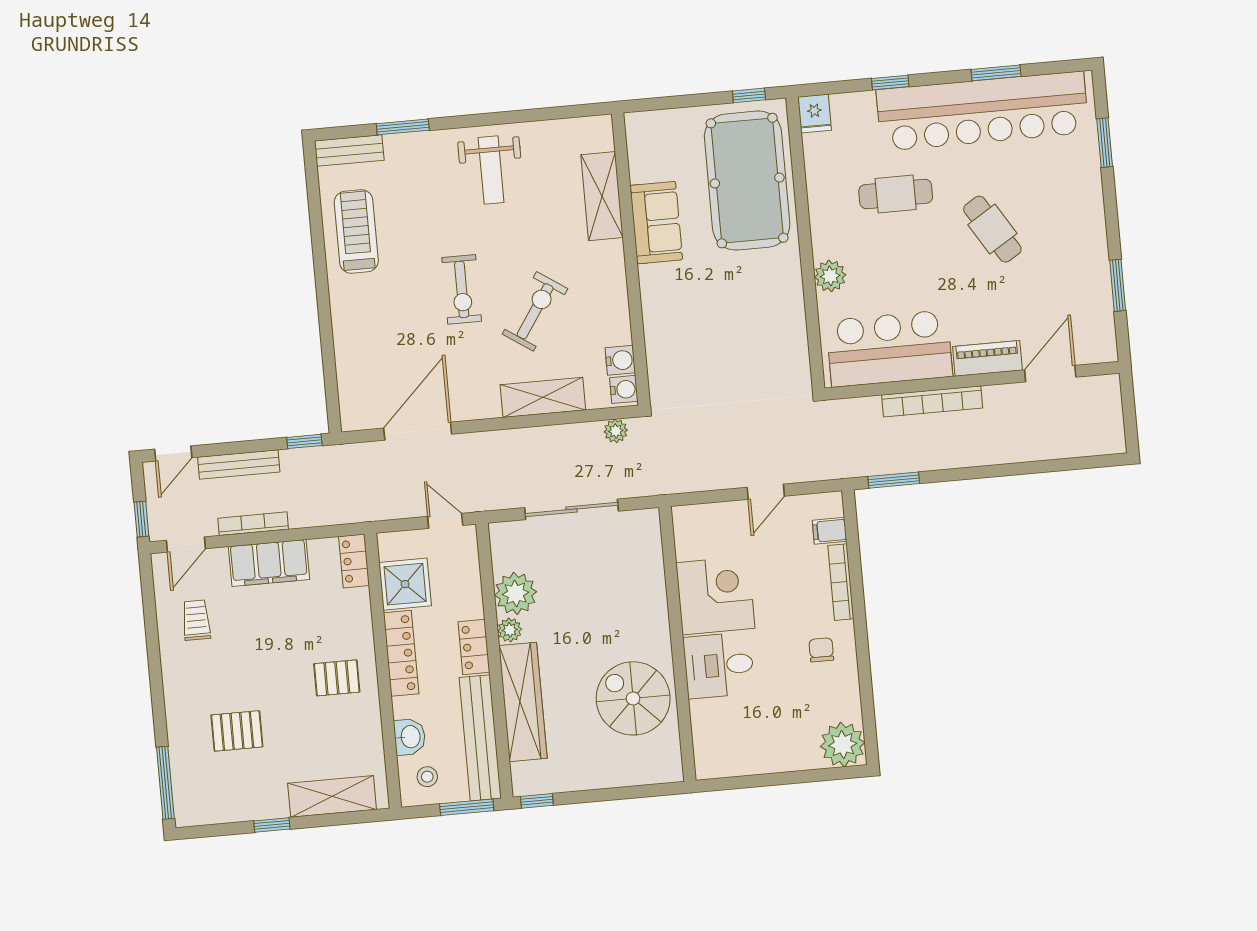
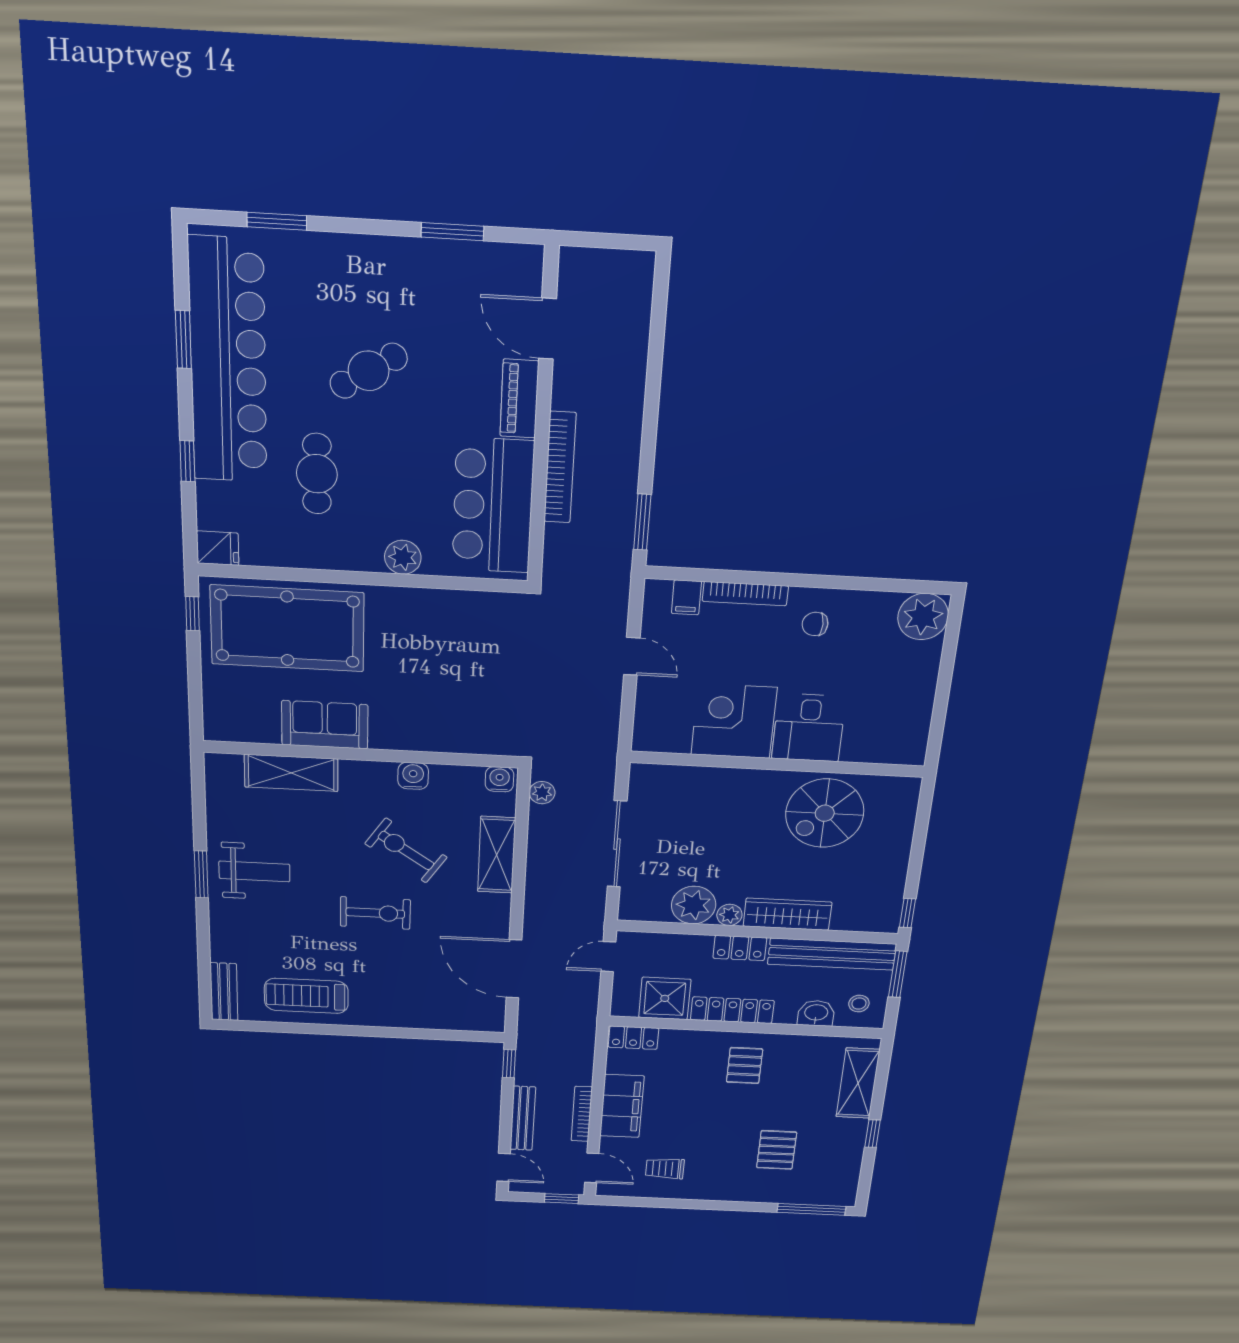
window: (403, 127) -> (201, 874), moved
water cooler: (620, 360) -> (413, 776), moved
wardrobe: (523, 702) -> (787, 914), width x0.71, depth x0.85

